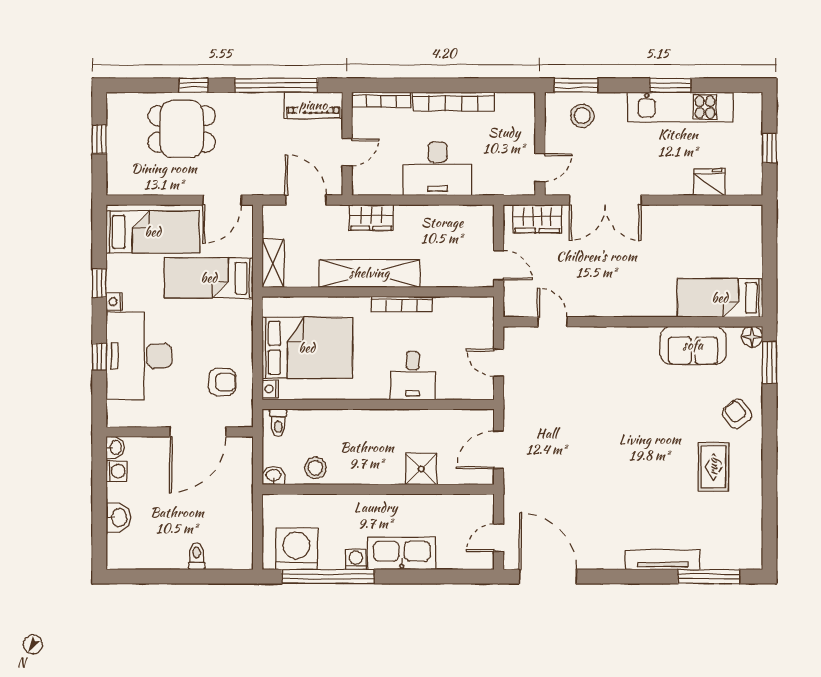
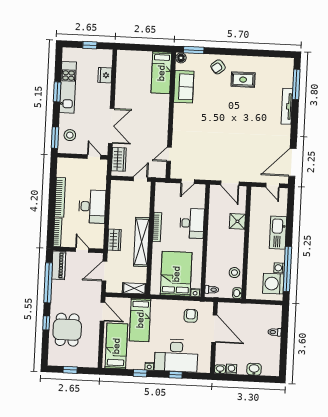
desk: (413, 376) -> (192, 223), width x1.37
washing machine: (356, 559) -> (279, 268), moved

